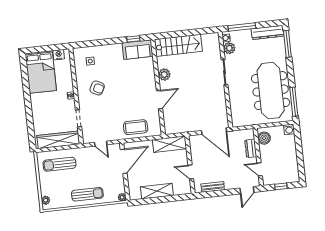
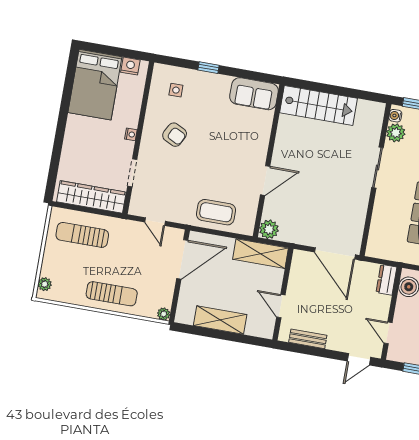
window: (133, 39) -> (208, 68), moved
plant: (164, 75) -> (269, 229), moved
dresser: (251, 148) -> (386, 280), moved

